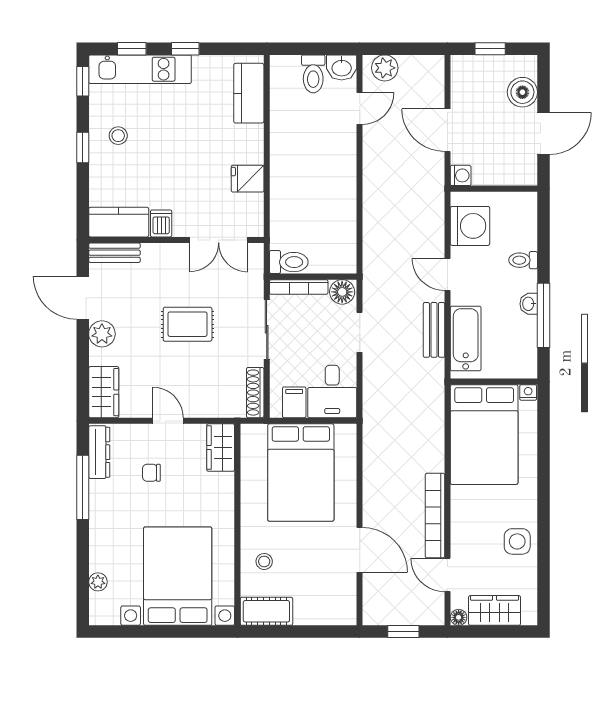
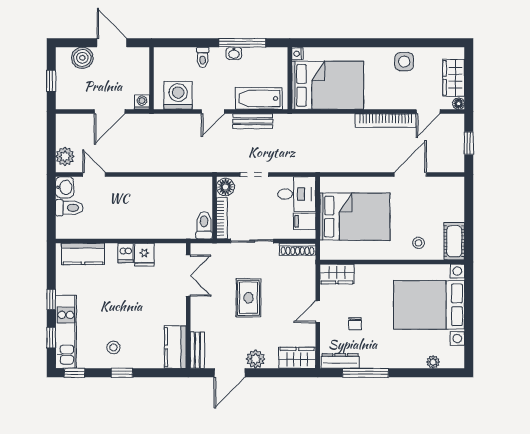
dishwasher: (161, 223) -> (126, 253), moved, turned -90

